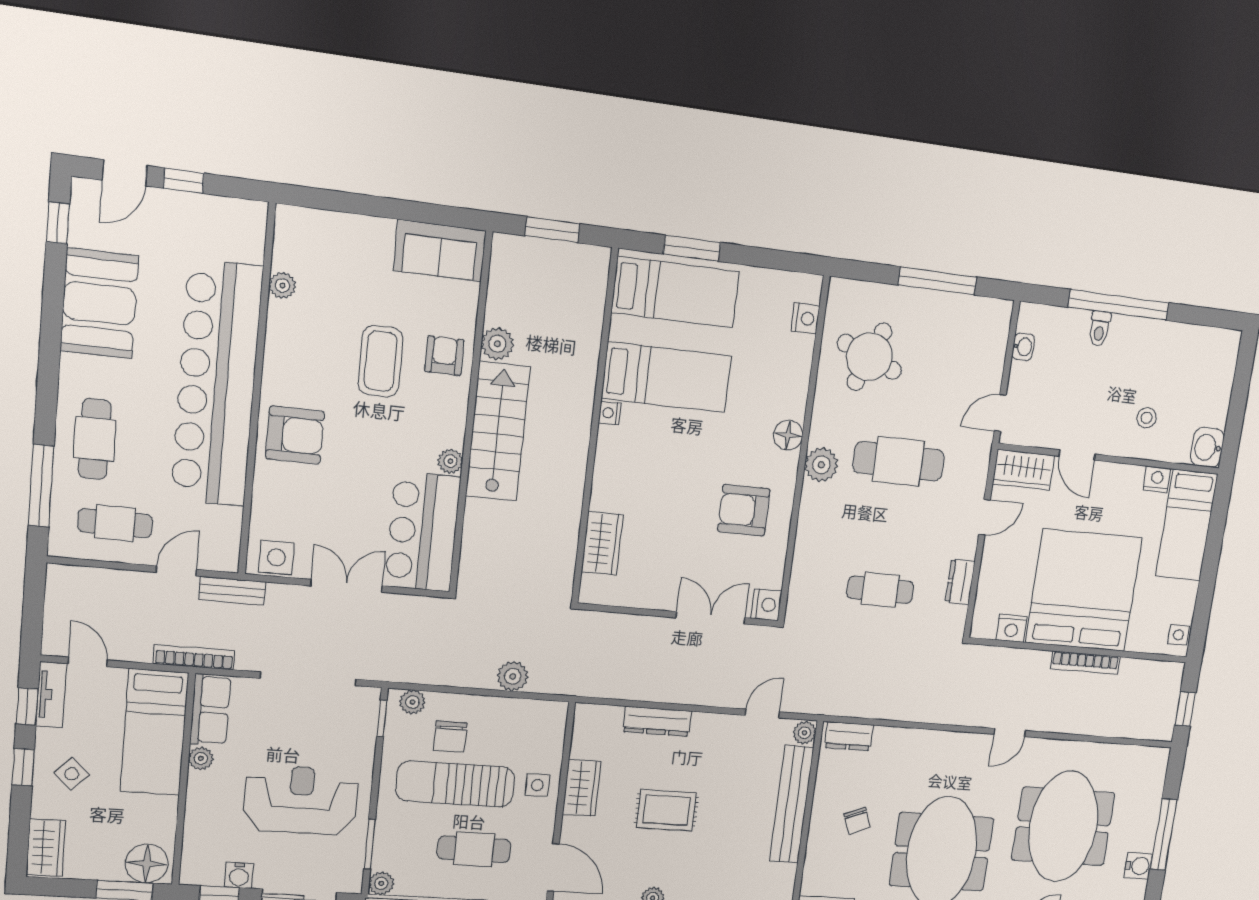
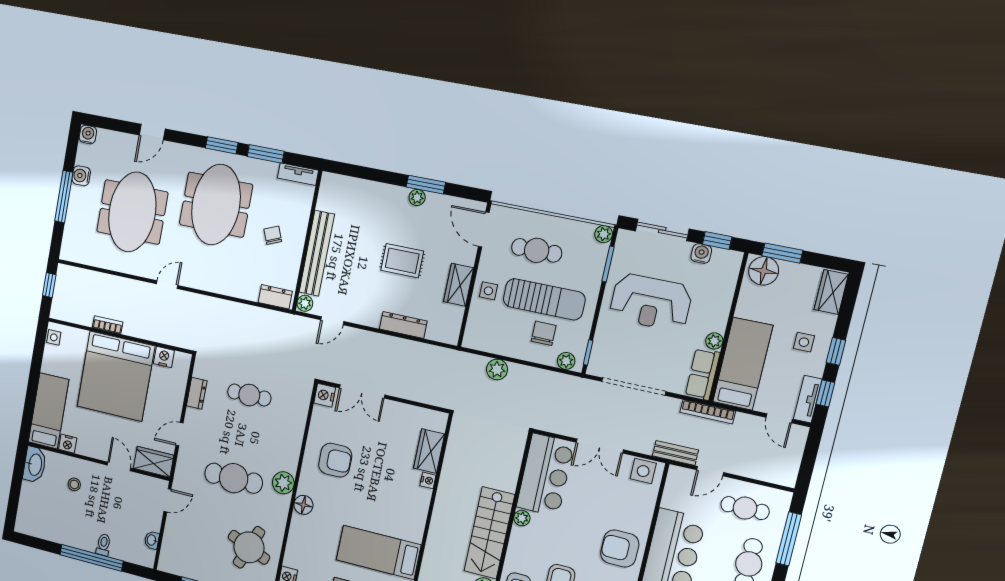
nightstand: (610, 413) -> (428, 480), moved
washbasin: (1207, 447) -> (35, 465), width x1.38
bookcase: (1085, 663) -> (108, 325), width x0.64
side table: (72, 774) -> (804, 342), turned 45

